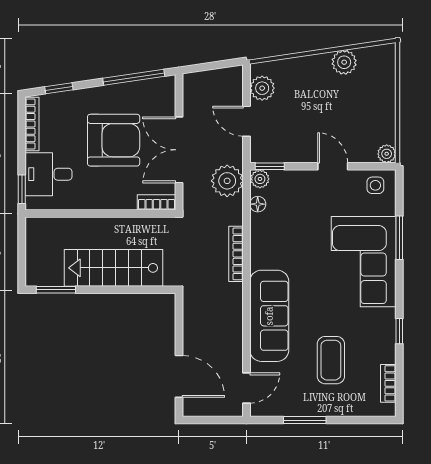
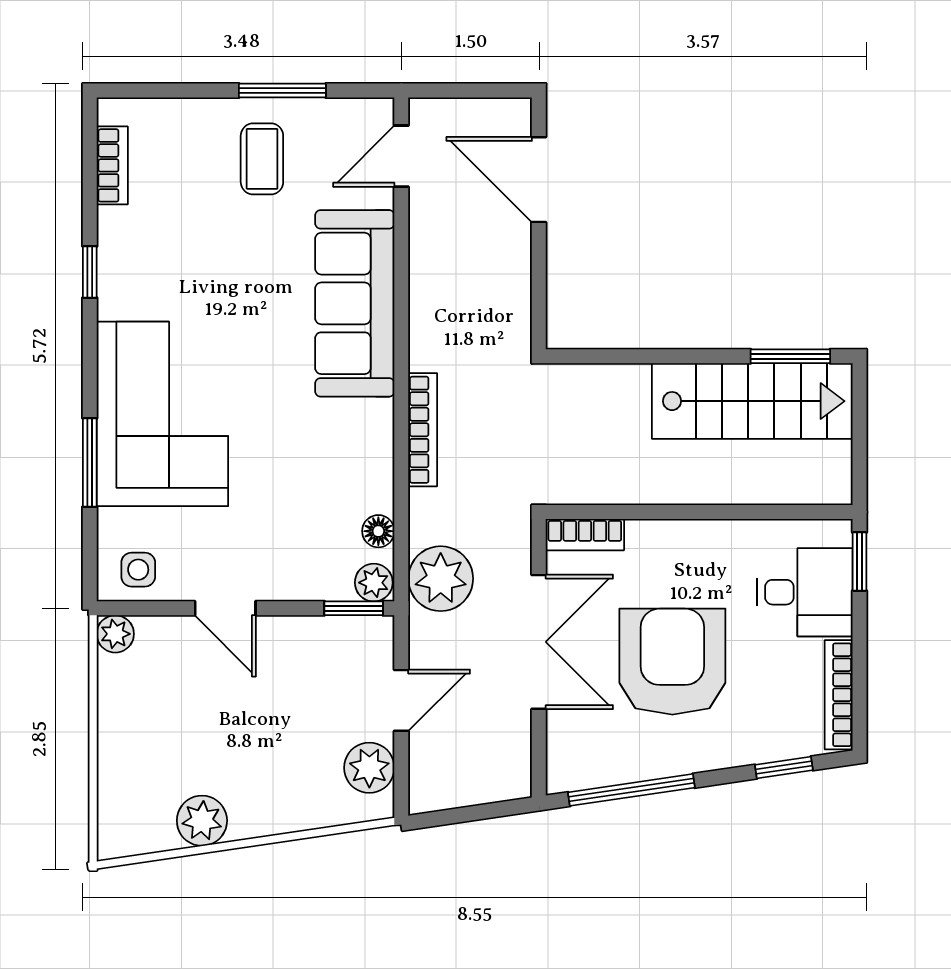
door: (246, 121) -> (401, 700), hinge flipped
armchair: (114, 140) -> (672, 662), turned 90
stairs: (114, 268) -> (752, 401), moved
coffee table: (331, 360) -> (262, 159), moved, width x0.73, depth x0.77

